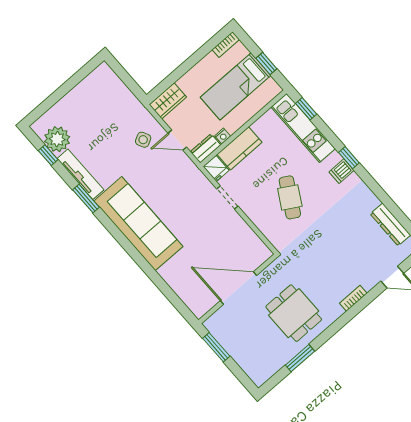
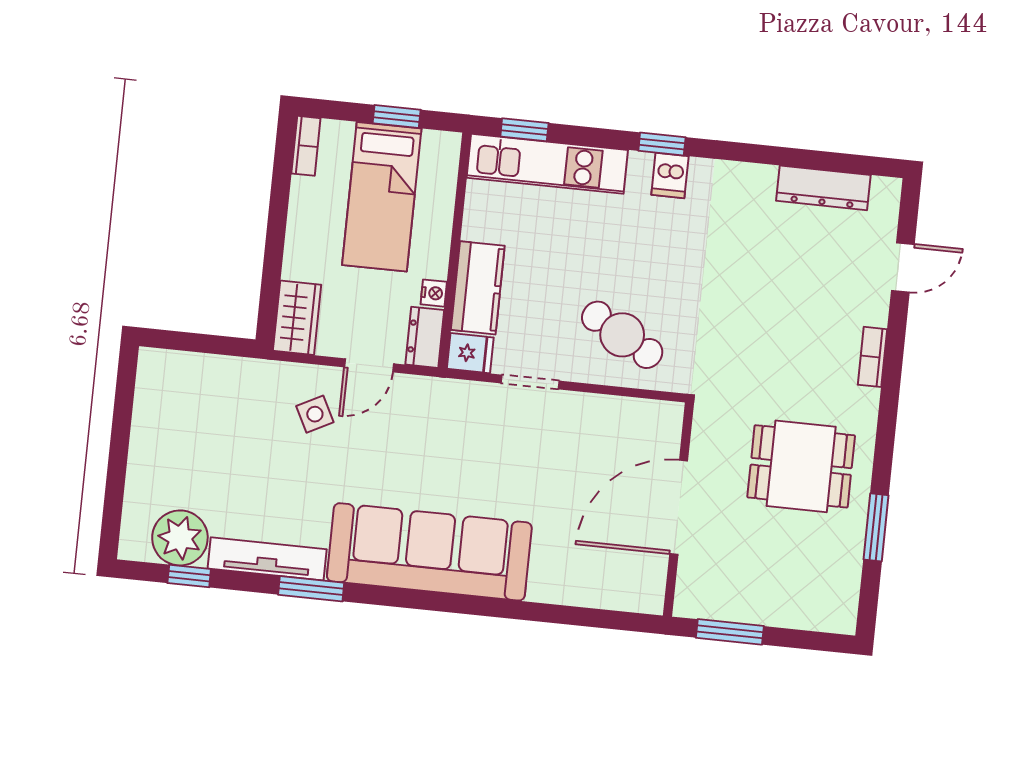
cafe table: (290, 197) -> (622, 335), moved

